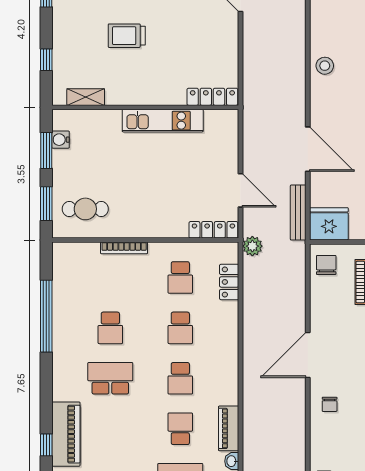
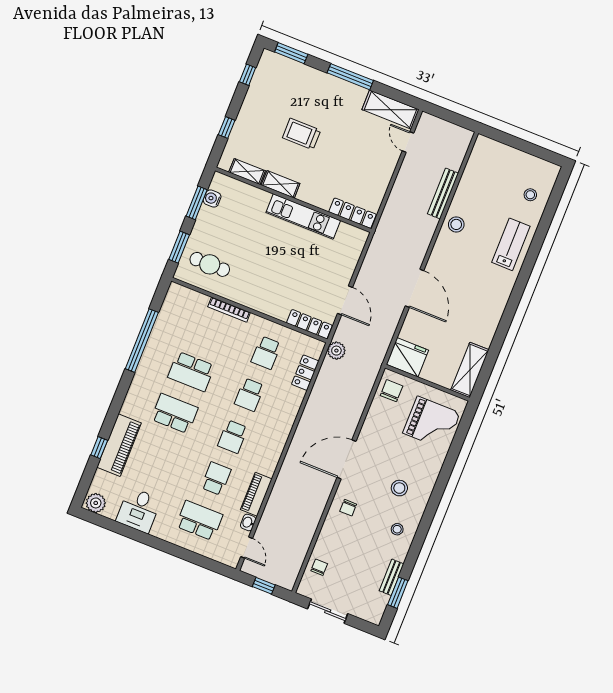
shelving: (126, 97) -> (281, 184), added
bench: (298, 213) -> (443, 194), moved
school desk: (110, 328) -> (191, 372), width x1.85

